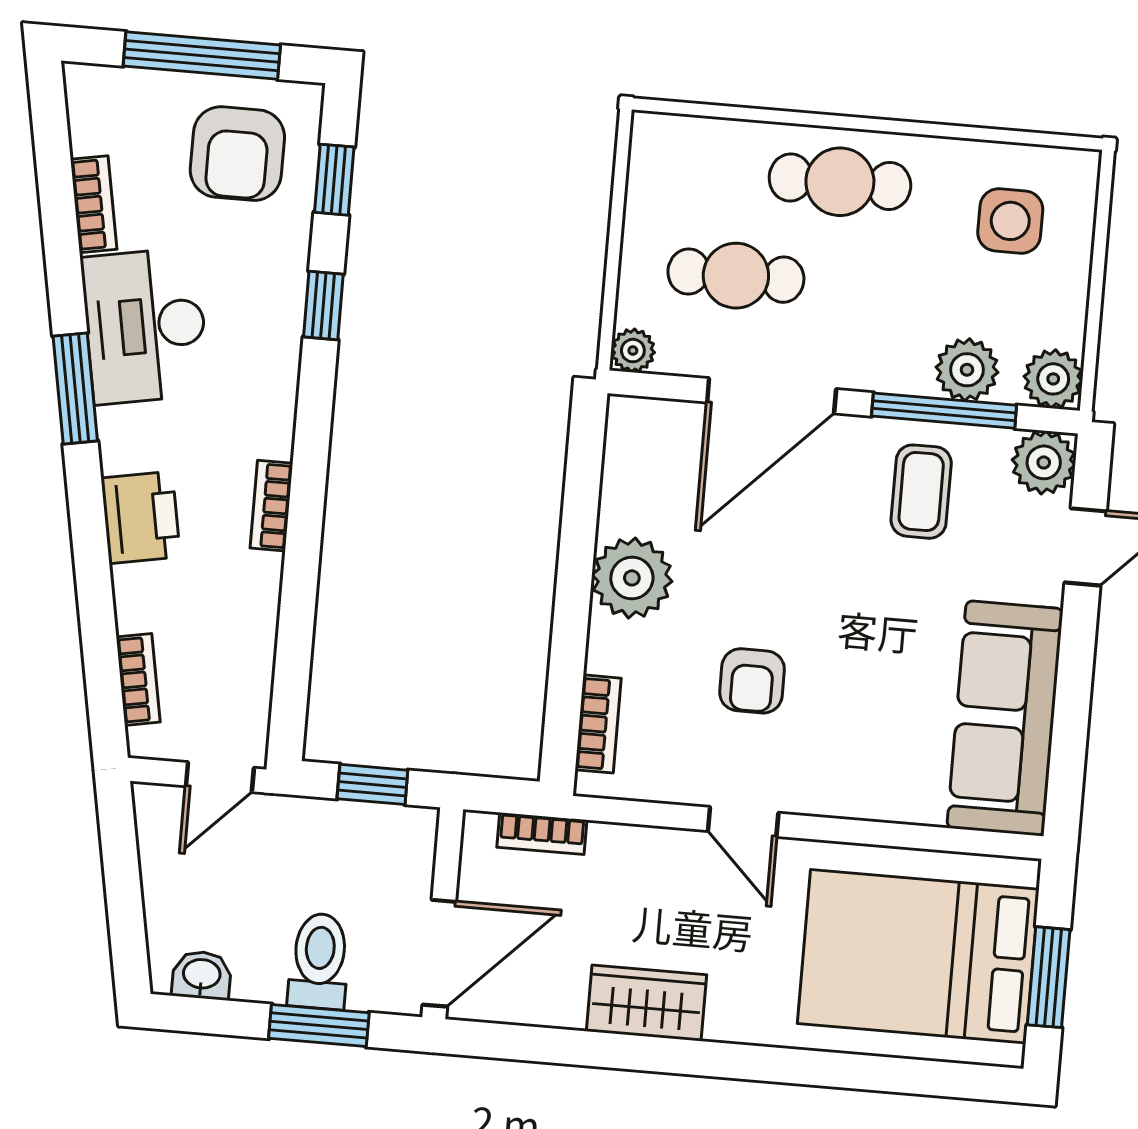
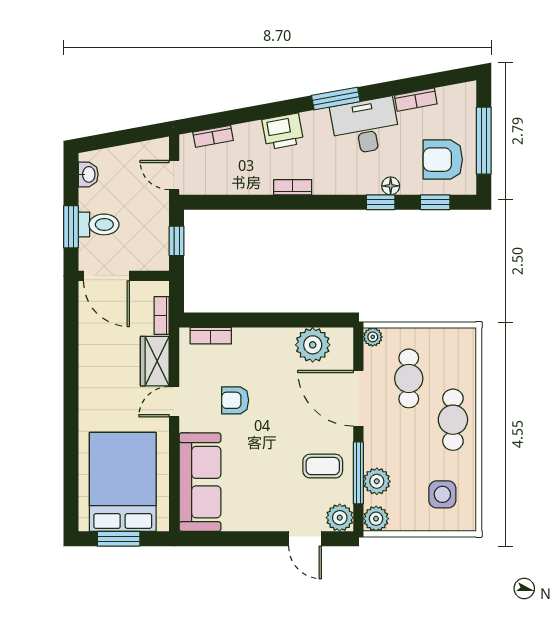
floor lamp: (288, 279) -> (391, 186), added
plant: (632, 578) -> (313, 345), moved
sofa: (1005, 718) -> (200, 482), moved, turned 90
wardrobe: (647, 1003) -> (155, 361), moved, turned 180

